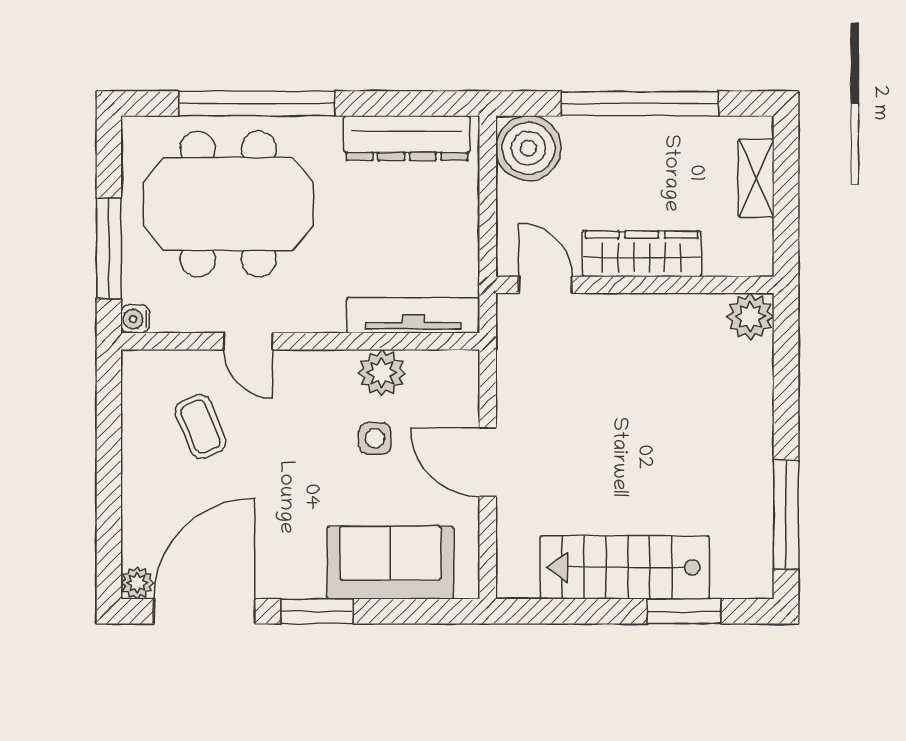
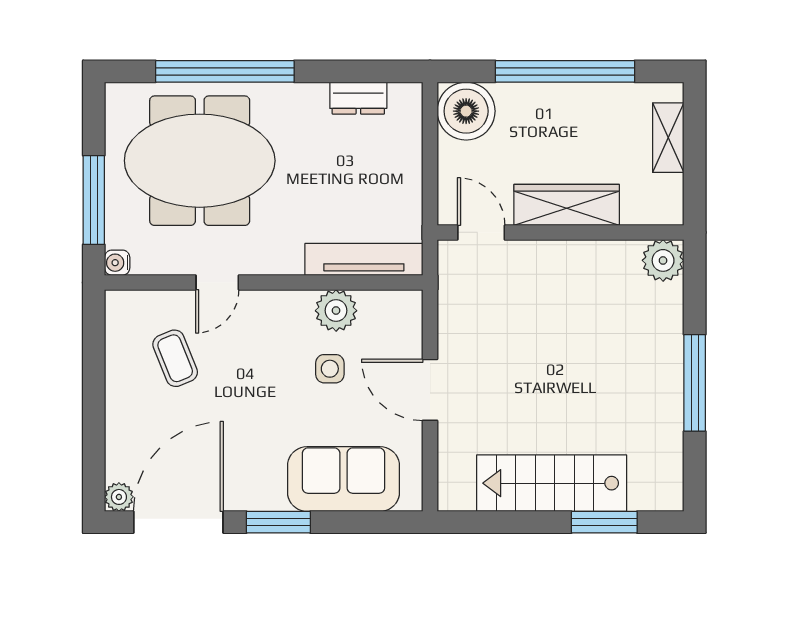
dresser: (407, 138) -> (358, 98), width x0.51, depth x0.80
door: (248, 341) -> (217, 282), hinge flipped
window: (786, 515) -> (695, 383), moved

